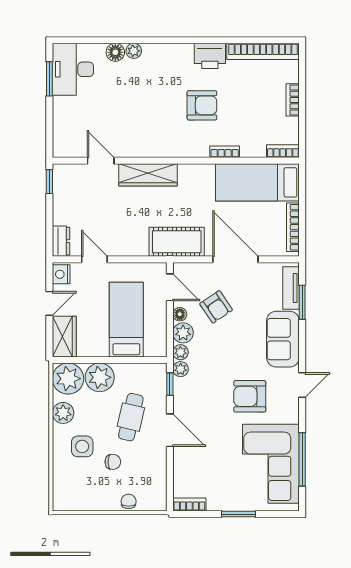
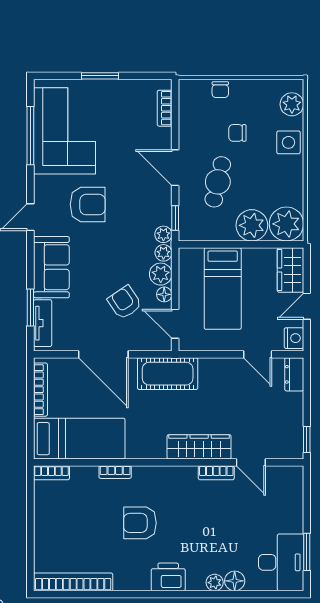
printer: (210, 56) -> (168, 577), moved
bookcase: (293, 100) -> (216, 473), moved, turned 90
plant: (63, 413) -> (292, 104), moved
side table: (82, 446) -> (288, 142), moved
bookcase: (189, 504) -> (165, 108), moved, turned 90

